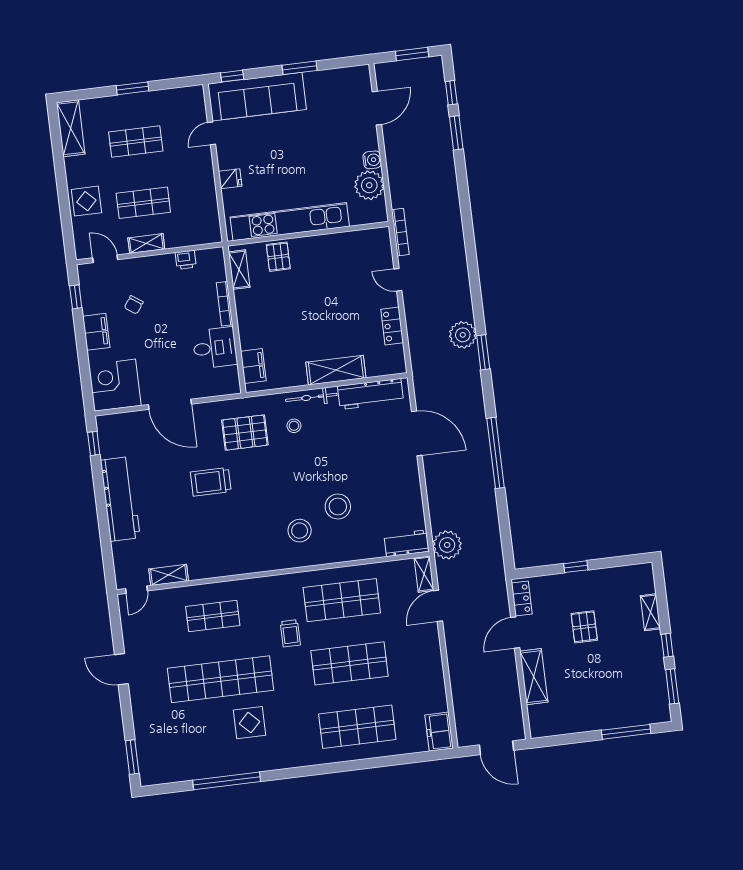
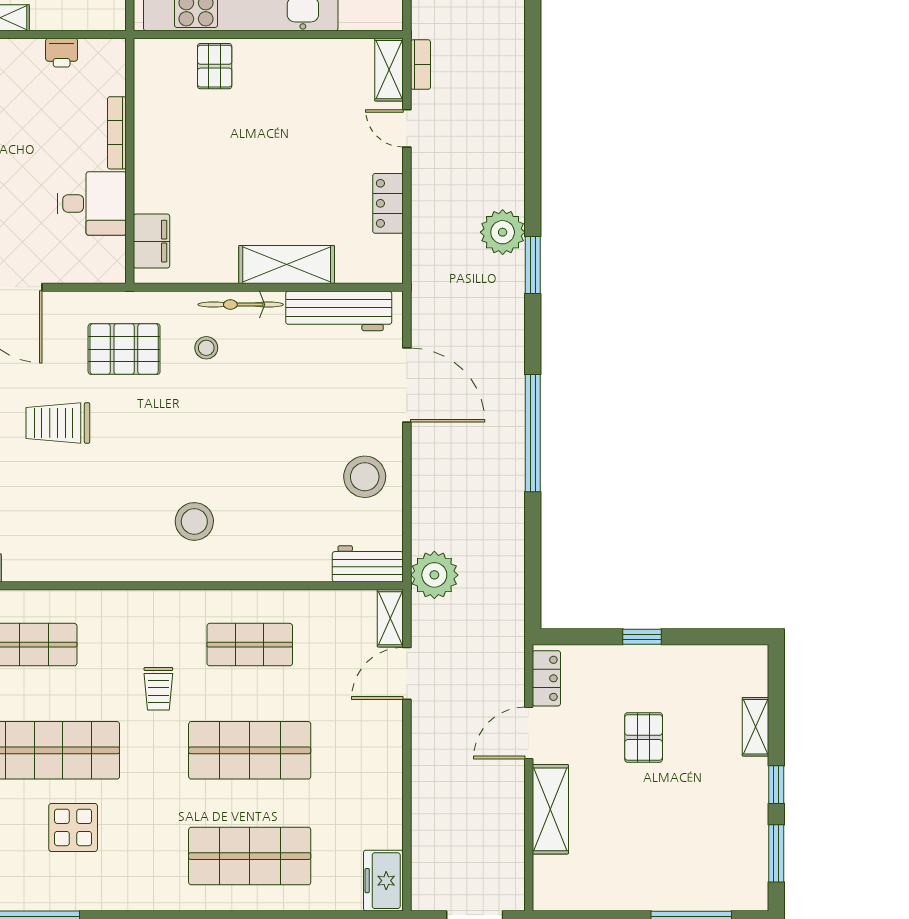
bookcase: (400, 232) -> (421, 65), width x0.64
shelving: (239, 270) -> (389, 70), moved
stool: (338, 506) -> (365, 477), moved
shop shelf: (342, 600) -> (250, 645), width x0.70, depth x0.74

